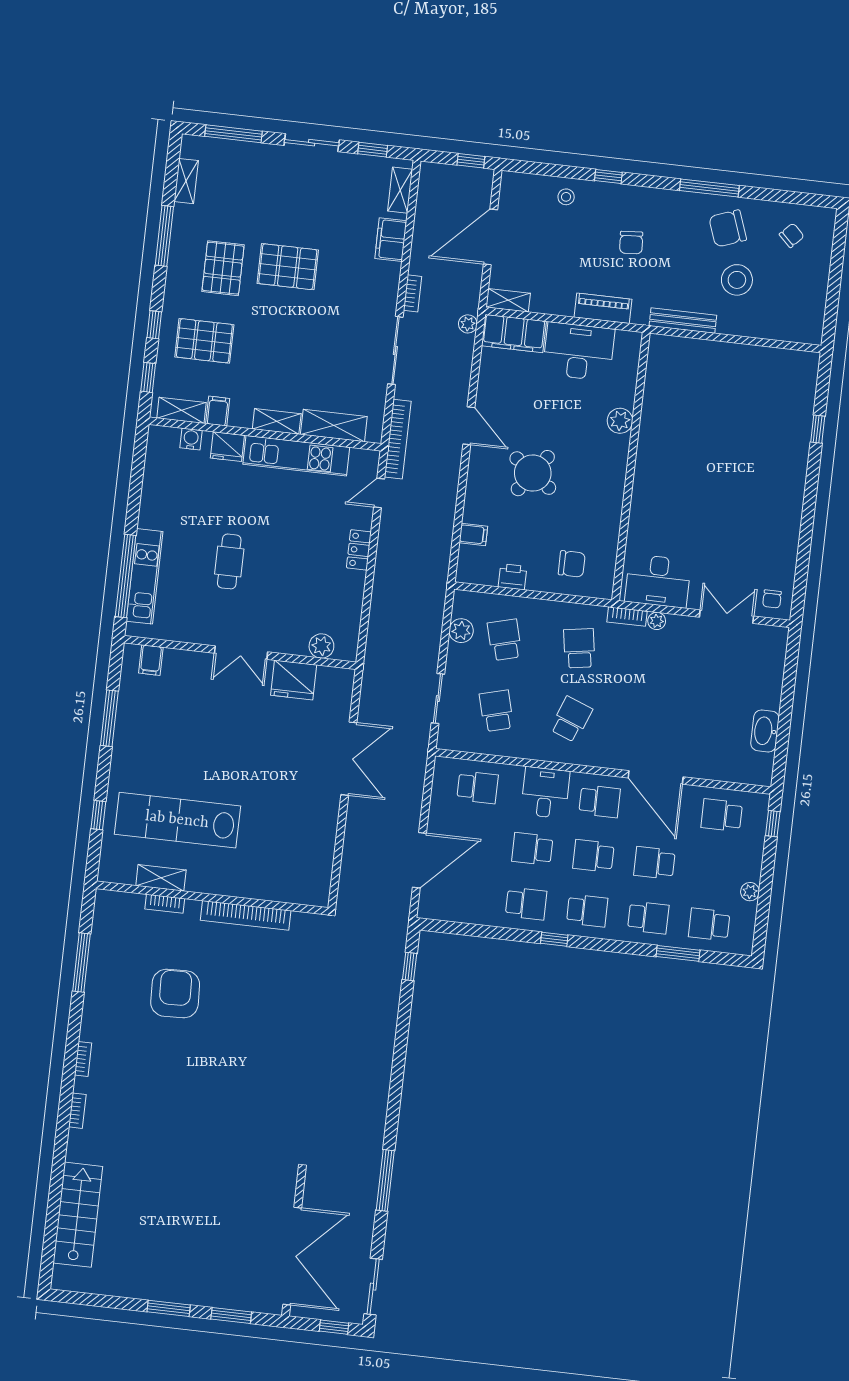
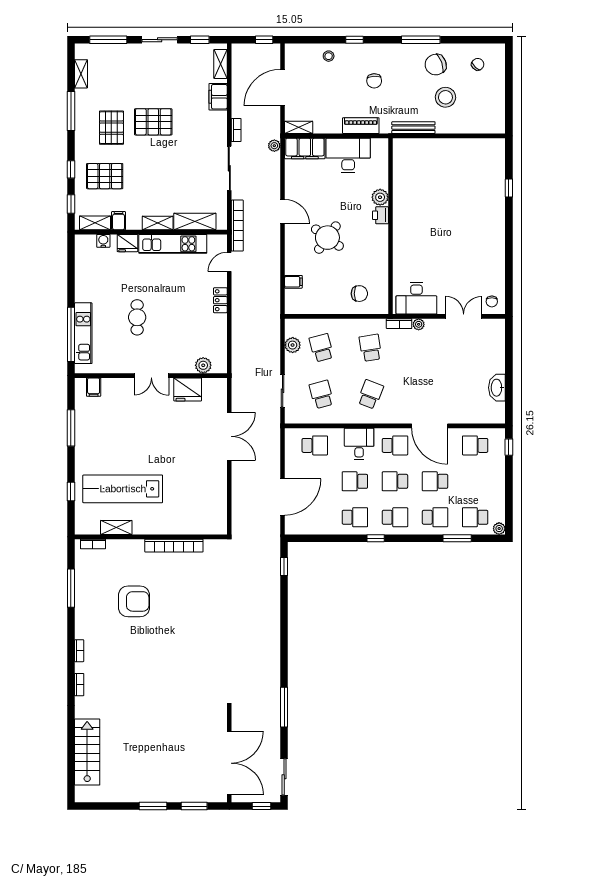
printer: (513, 577) -> (381, 215), moved, turned -90
plant: (750, 892) -> (499, 529), moved
bookcase: (165, 904) -> (93, 544), moved
armchair: (175, 994) -> (134, 601), turned 92

